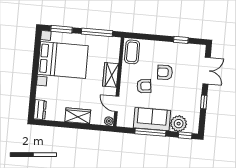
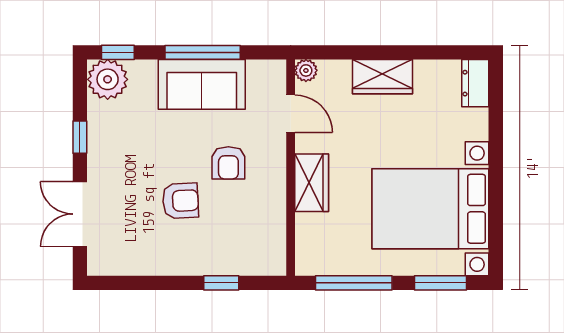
window: (181, 40) -> (221, 283), moved
coffee table: (132, 52) -> (264, 243), removed
armchair: (144, 86) -> (228, 163), turned -83
plant: (179, 124) -> (108, 79), moved

